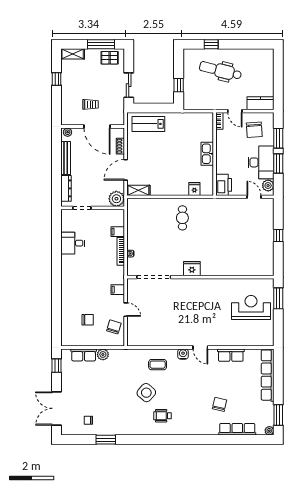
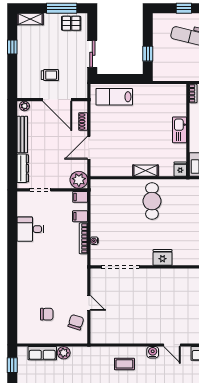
fridge: (194, 189) -> (180, 169), moved
shelving: (138, 190) -> (145, 171), moved
cafe table: (182, 218) -> (152, 201), width x1.37, depth x1.35
filing cabinet: (118, 290) -> (80, 197), moved

